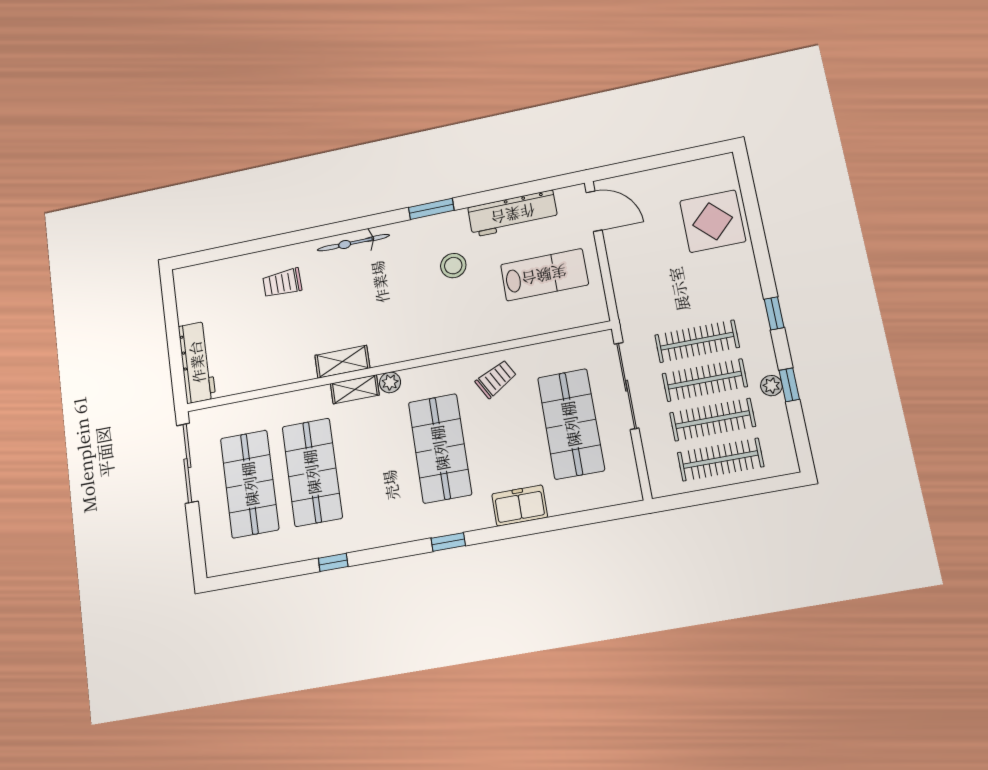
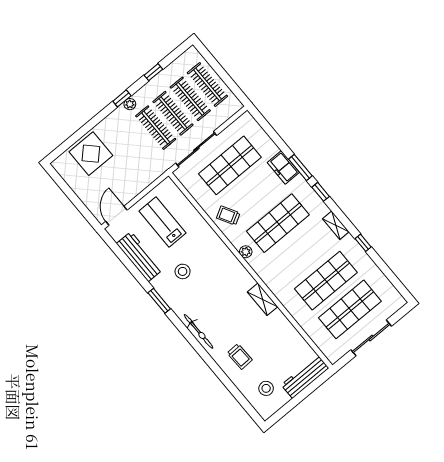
stool: (215, 297) -> (266, 388), added
plant: (390, 382) -> (246, 252), moved
plant: (771, 386) -> (130, 104), moved
shelving: (355, 389) -> (336, 225), moved
sliding door: (187, 463) -> (371, 338), moved
window: (504, 532) -> (300, 168), added

